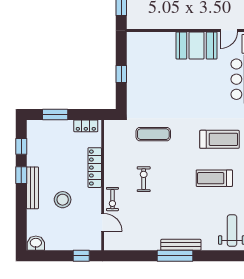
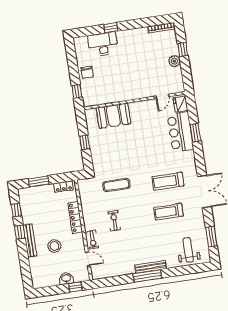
booth: (197, 45) -> (113, 116), moved
treadmill: (219, 139) -> (168, 181), turned 180
washbasin: (36, 243) -> (66, 278), moved

